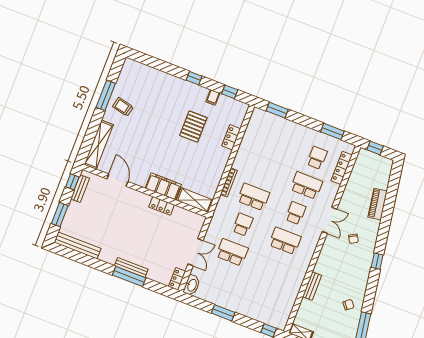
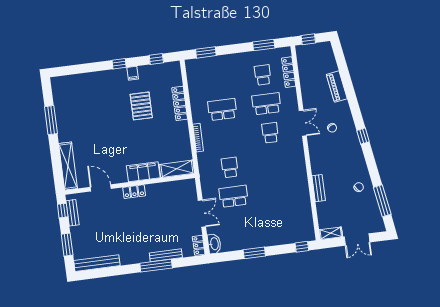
filing cabinet: (213, 97) -> (133, 73), moved
trolley: (123, 107) -> (71, 122), removed
locker: (231, 137) -> (180, 103), width x1.53
school desk: (253, 197) -> (222, 110), moved
locker: (162, 206) -> (134, 192), moved
school desk: (285, 241) -> (274, 162), removed
bench: (131, 267) -> (166, 255), moved

